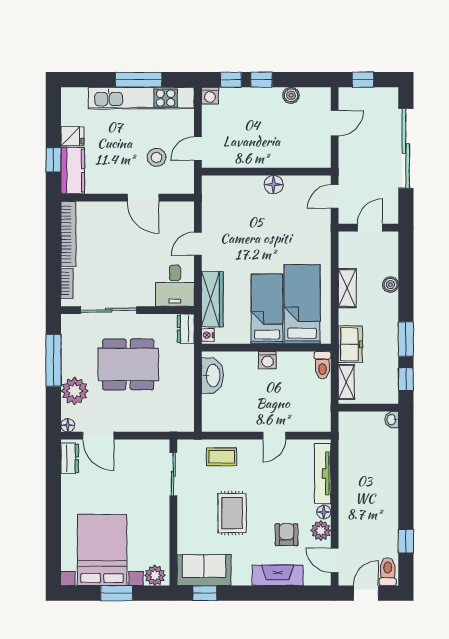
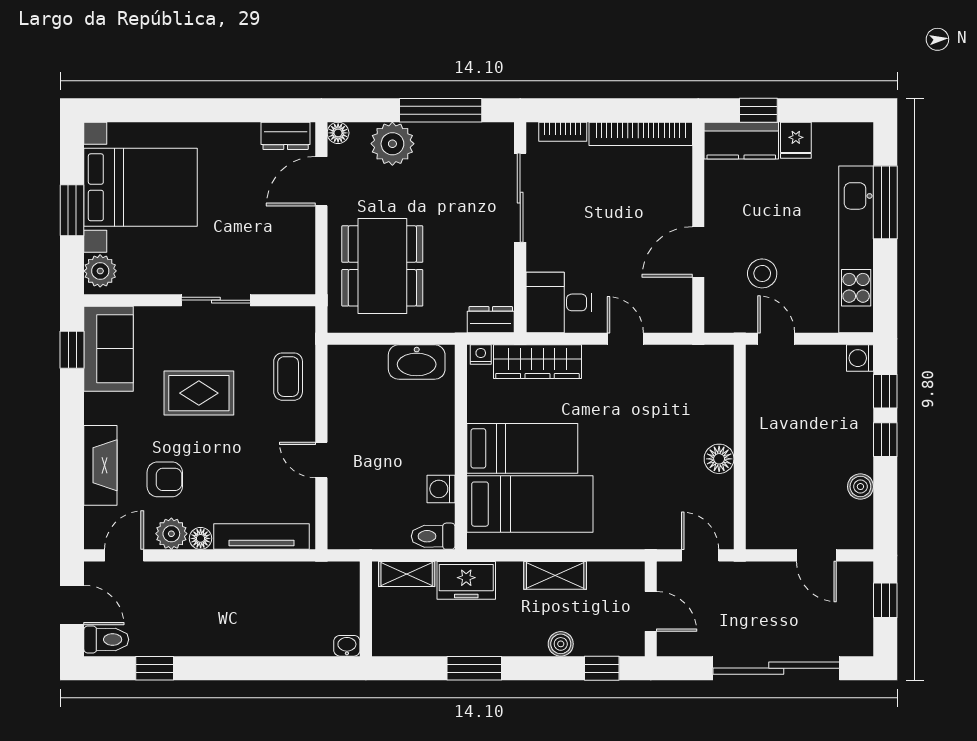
window: (139, 80) -> (885, 202), moved
washing machine: (267, 360) -> (441, 489), moved
dining table: (128, 364) -> (382, 266), moved
window: (406, 379) -> (602, 668), moved
sliding door: (173, 474) -> (216, 300), moved

